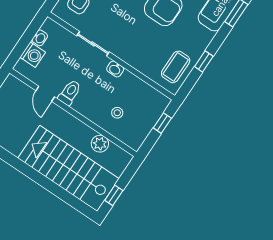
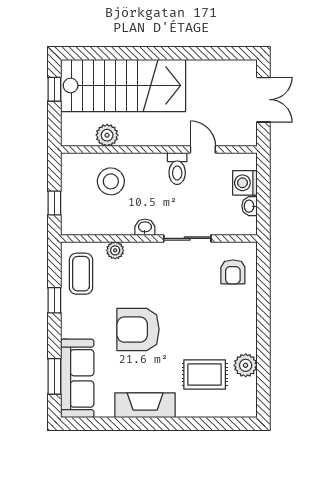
plant: (144, 67) -> (115, 250), added
stool: (117, 113) -> (111, 181), width x1.89, depth x1.89

